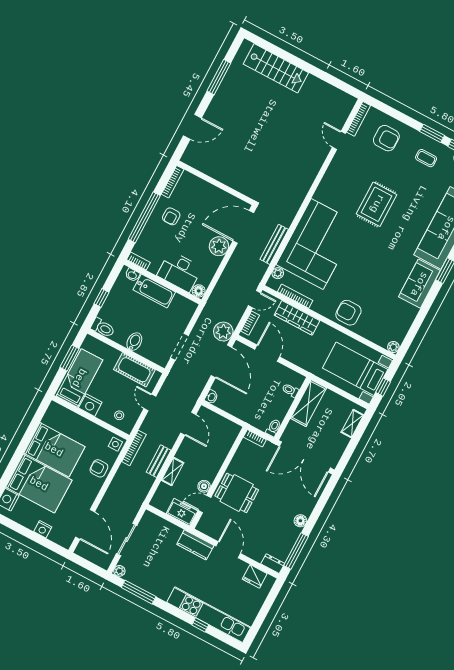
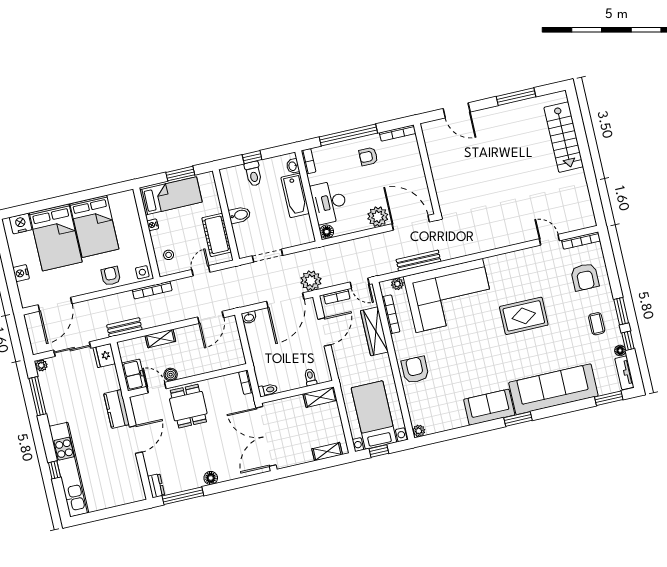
door: (339, 140) -> (549, 240), hinge flipped
toilet: (103, 328) -> (253, 174), moved
shelving: (309, 403) -> (320, 397), width x0.67, depth x0.75
nightstand: (90, 405) -> (153, 225), width x0.53, depth x0.56
bench: (159, 461) -> (124, 327), moved
fridge: (255, 576) -> (104, 356), moved

